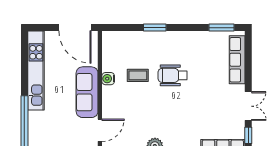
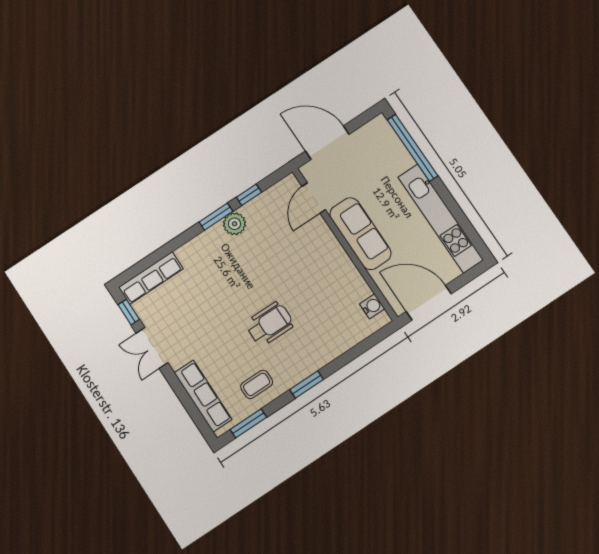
window: (155, 28) -> (307, 384), moved
coffee table: (138, 75) -> (257, 384), moved
water cooler: (108, 79) -> (372, 306), moved

